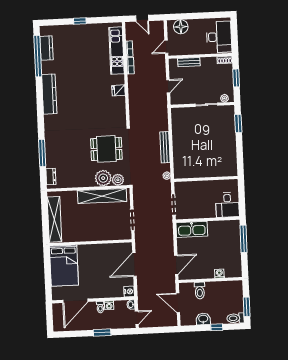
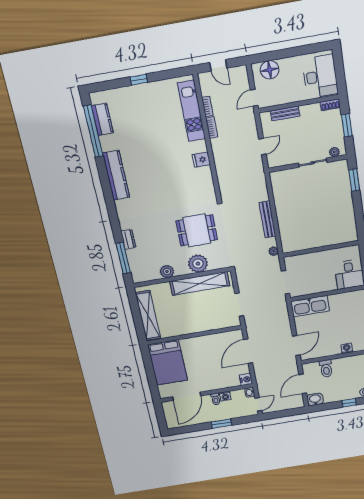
window: (42, 153) -> (123, 258), moved
dresser: (51, 177) -> (128, 239), moved
plant: (118, 180) -> (167, 272), moved
door: (178, 303) -> (303, 384), hinge flipped
washbasin: (203, 319) -> (315, 399), moved

